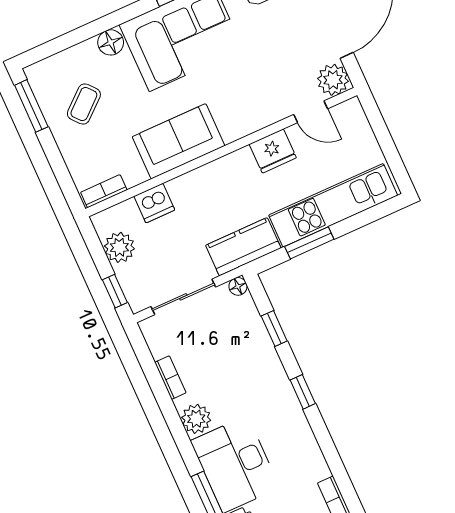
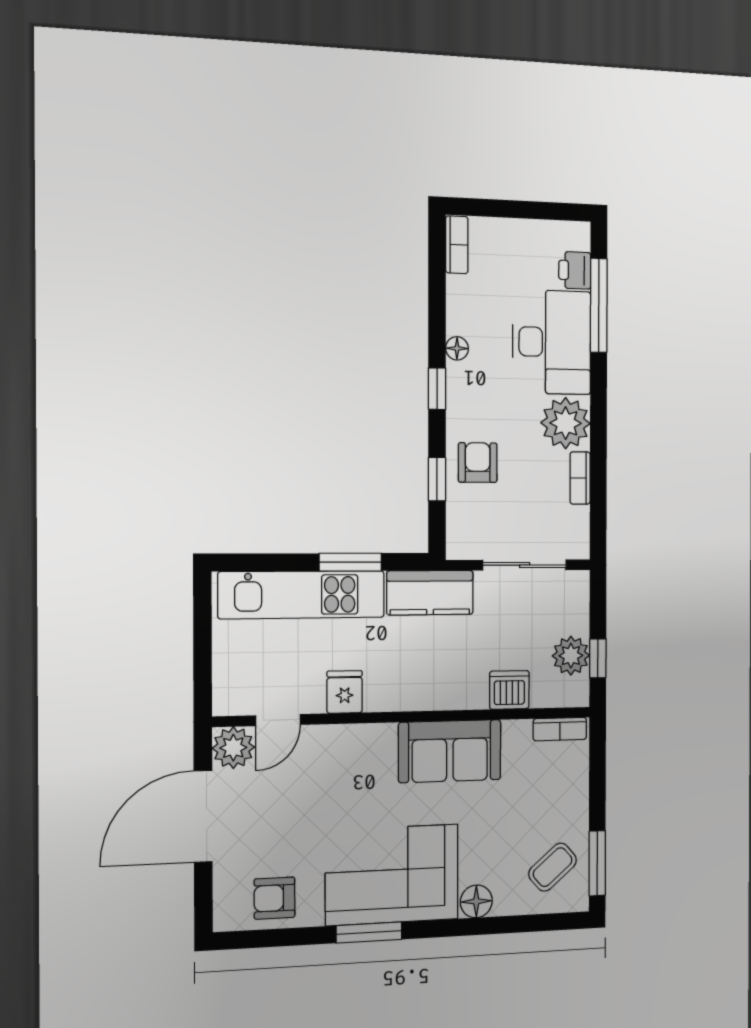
coffee table: (84, 104) -> (553, 867), moved
door: (311, 112) -> (278, 720), swing flipped
fridge: (273, 151) -> (345, 692), width x0.72
floor lamp: (238, 286) -> (457, 348), moved
window: (115, 291) -> (598, 658), moved
armchair: (250, 354) -> (478, 463), added
plant: (196, 419) -> (566, 423), width x1.36, depth x1.36

